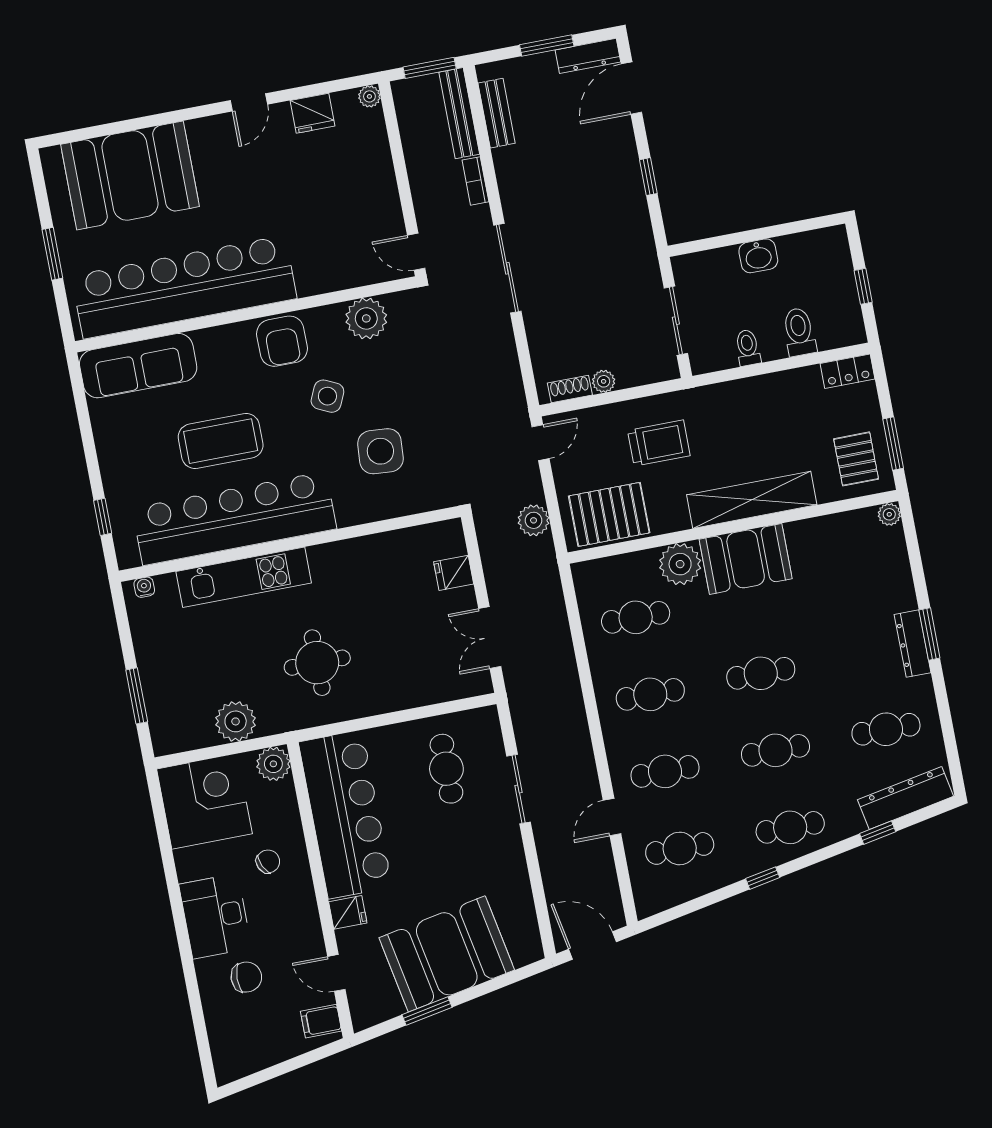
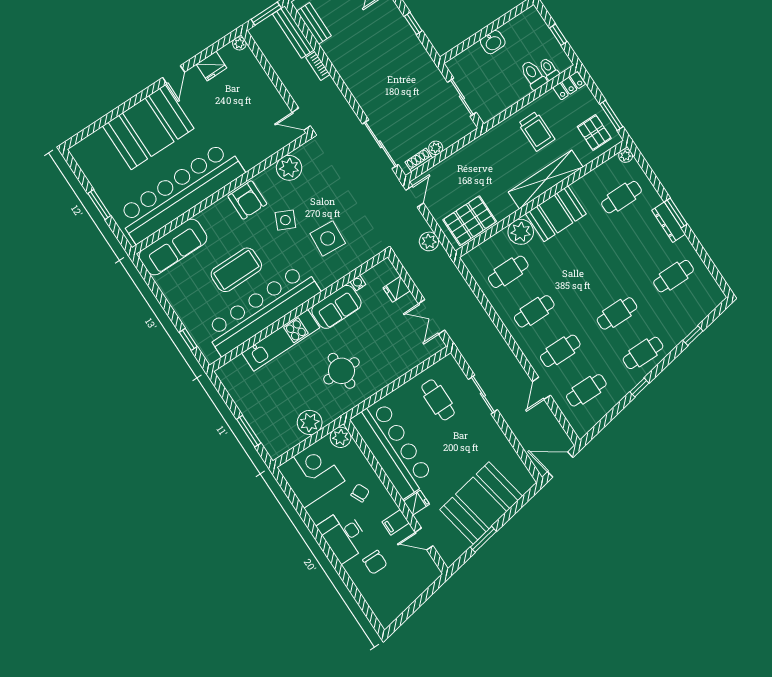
booth: (130, 175) -> (148, 127), moved
sliding door: (507, 268) -> (380, 144), moved
toilet: (748, 348) -> (549, 69), moved
trolley: (659, 443) -> (536, 131), moved, turned 90
sofa: (350, 562) -> (336, 307), added
water cooler: (144, 587) -> (358, 283), moved
cafe table: (761, 673) -> (621, 197), moved
dresser: (905, 798) -> (700, 310), removed
chair: (246, 977) -> (375, 562), turned 89
filing cabinet: (321, 1021) -> (396, 522), moved

